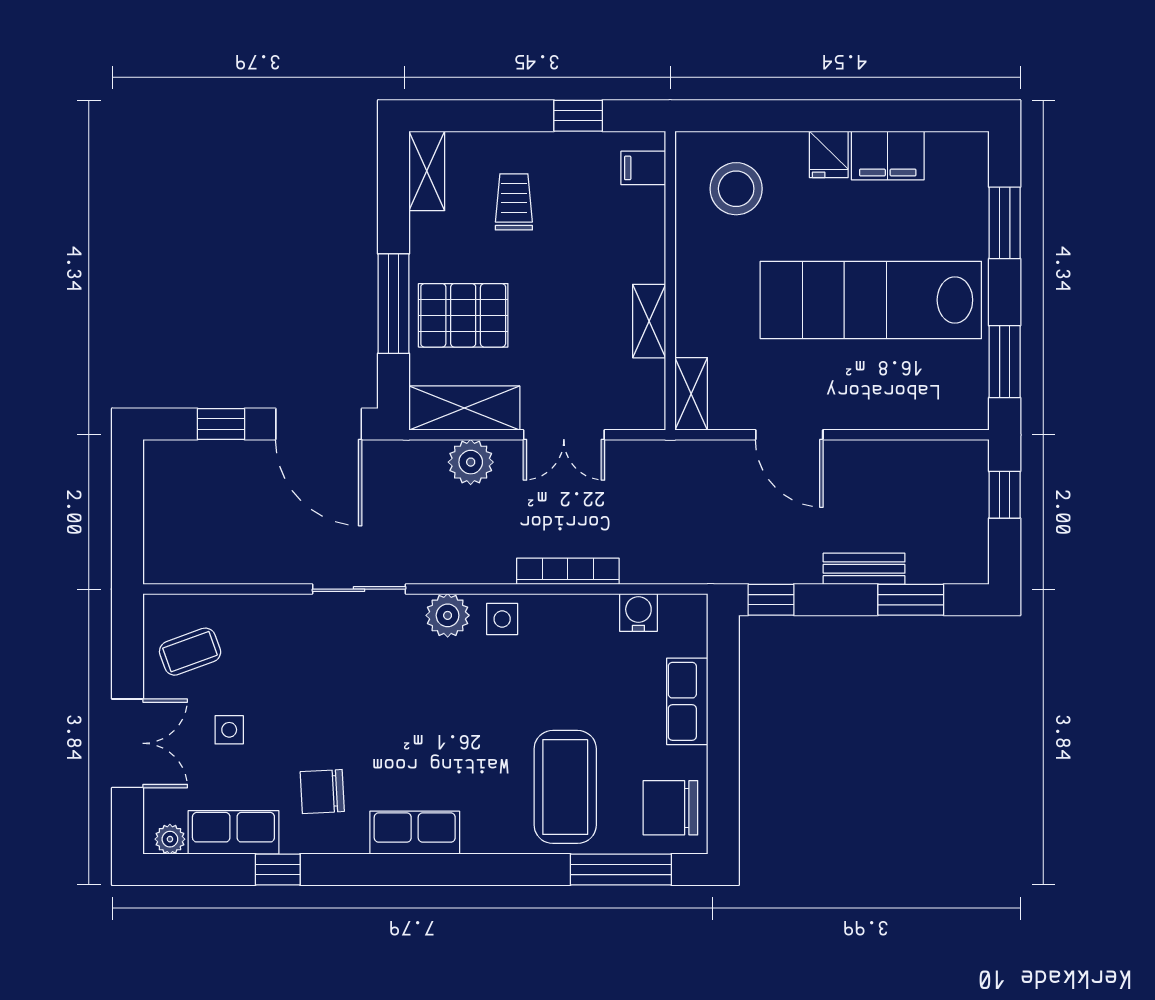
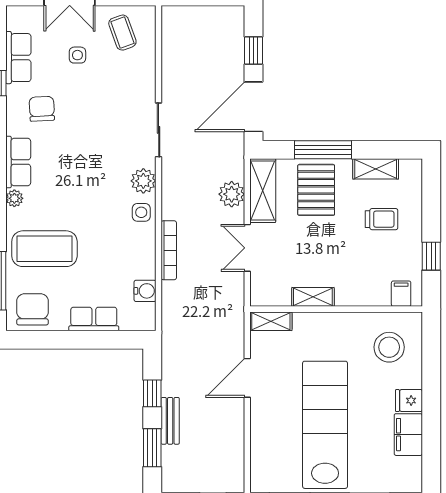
shelving: (427, 171) -> (376, 169), moved
window: (771, 600) -> (152, 393), moved
plant: (170, 839) -> (14, 198), moved

